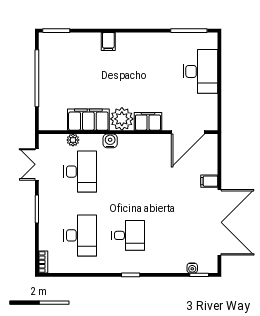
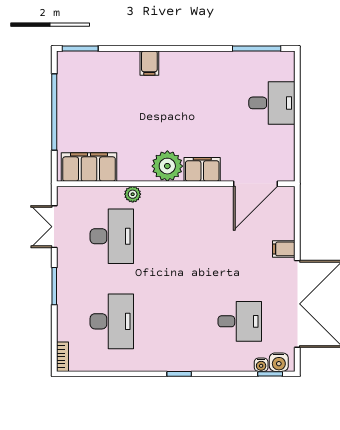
desk: (200, 71) -> (272, 103), width x0.73
filing cabinet: (88, 120) -> (89, 167), moved
plant: (73, 140) -> (133, 194), moved
water cooler: (110, 141) -> (279, 362), moved, turned 180
desk: (128, 235) -> (240, 321), moved

